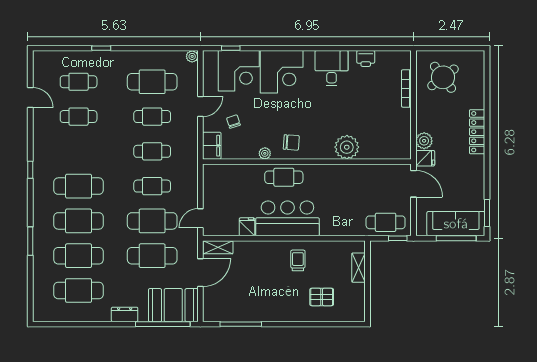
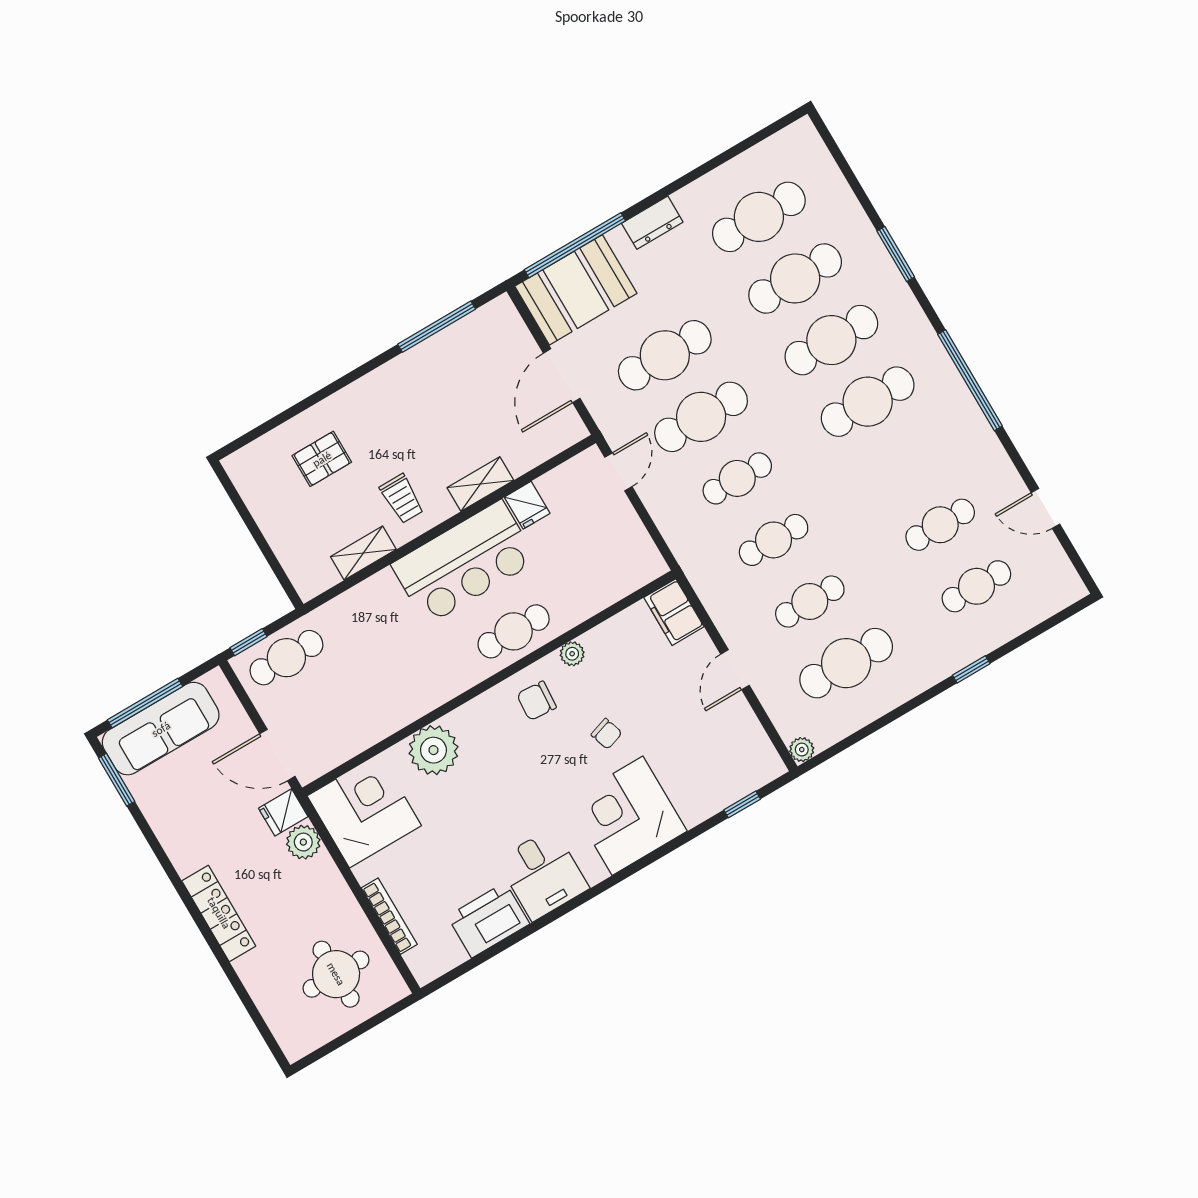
printer: (366, 58) -> (488, 920), width x1.87, depth x1.48
corner desk: (239, 71) -> (364, 811), moved, turned 90
round table: (443, 77) -> (336, 974), turned 37
chair: (233, 122) -> (607, 734), moved
window: (30, 170) -> (970, 380), width x3.17
shelving: (218, 247) -> (480, 484), moved
shelving: (359, 268) -> (363, 553), moved, turned 90

